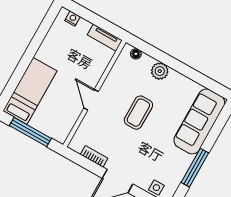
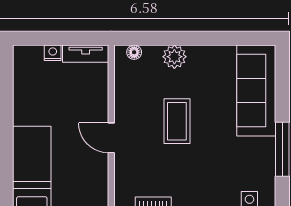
nightstand: (72, 19) -> (53, 53), moved

